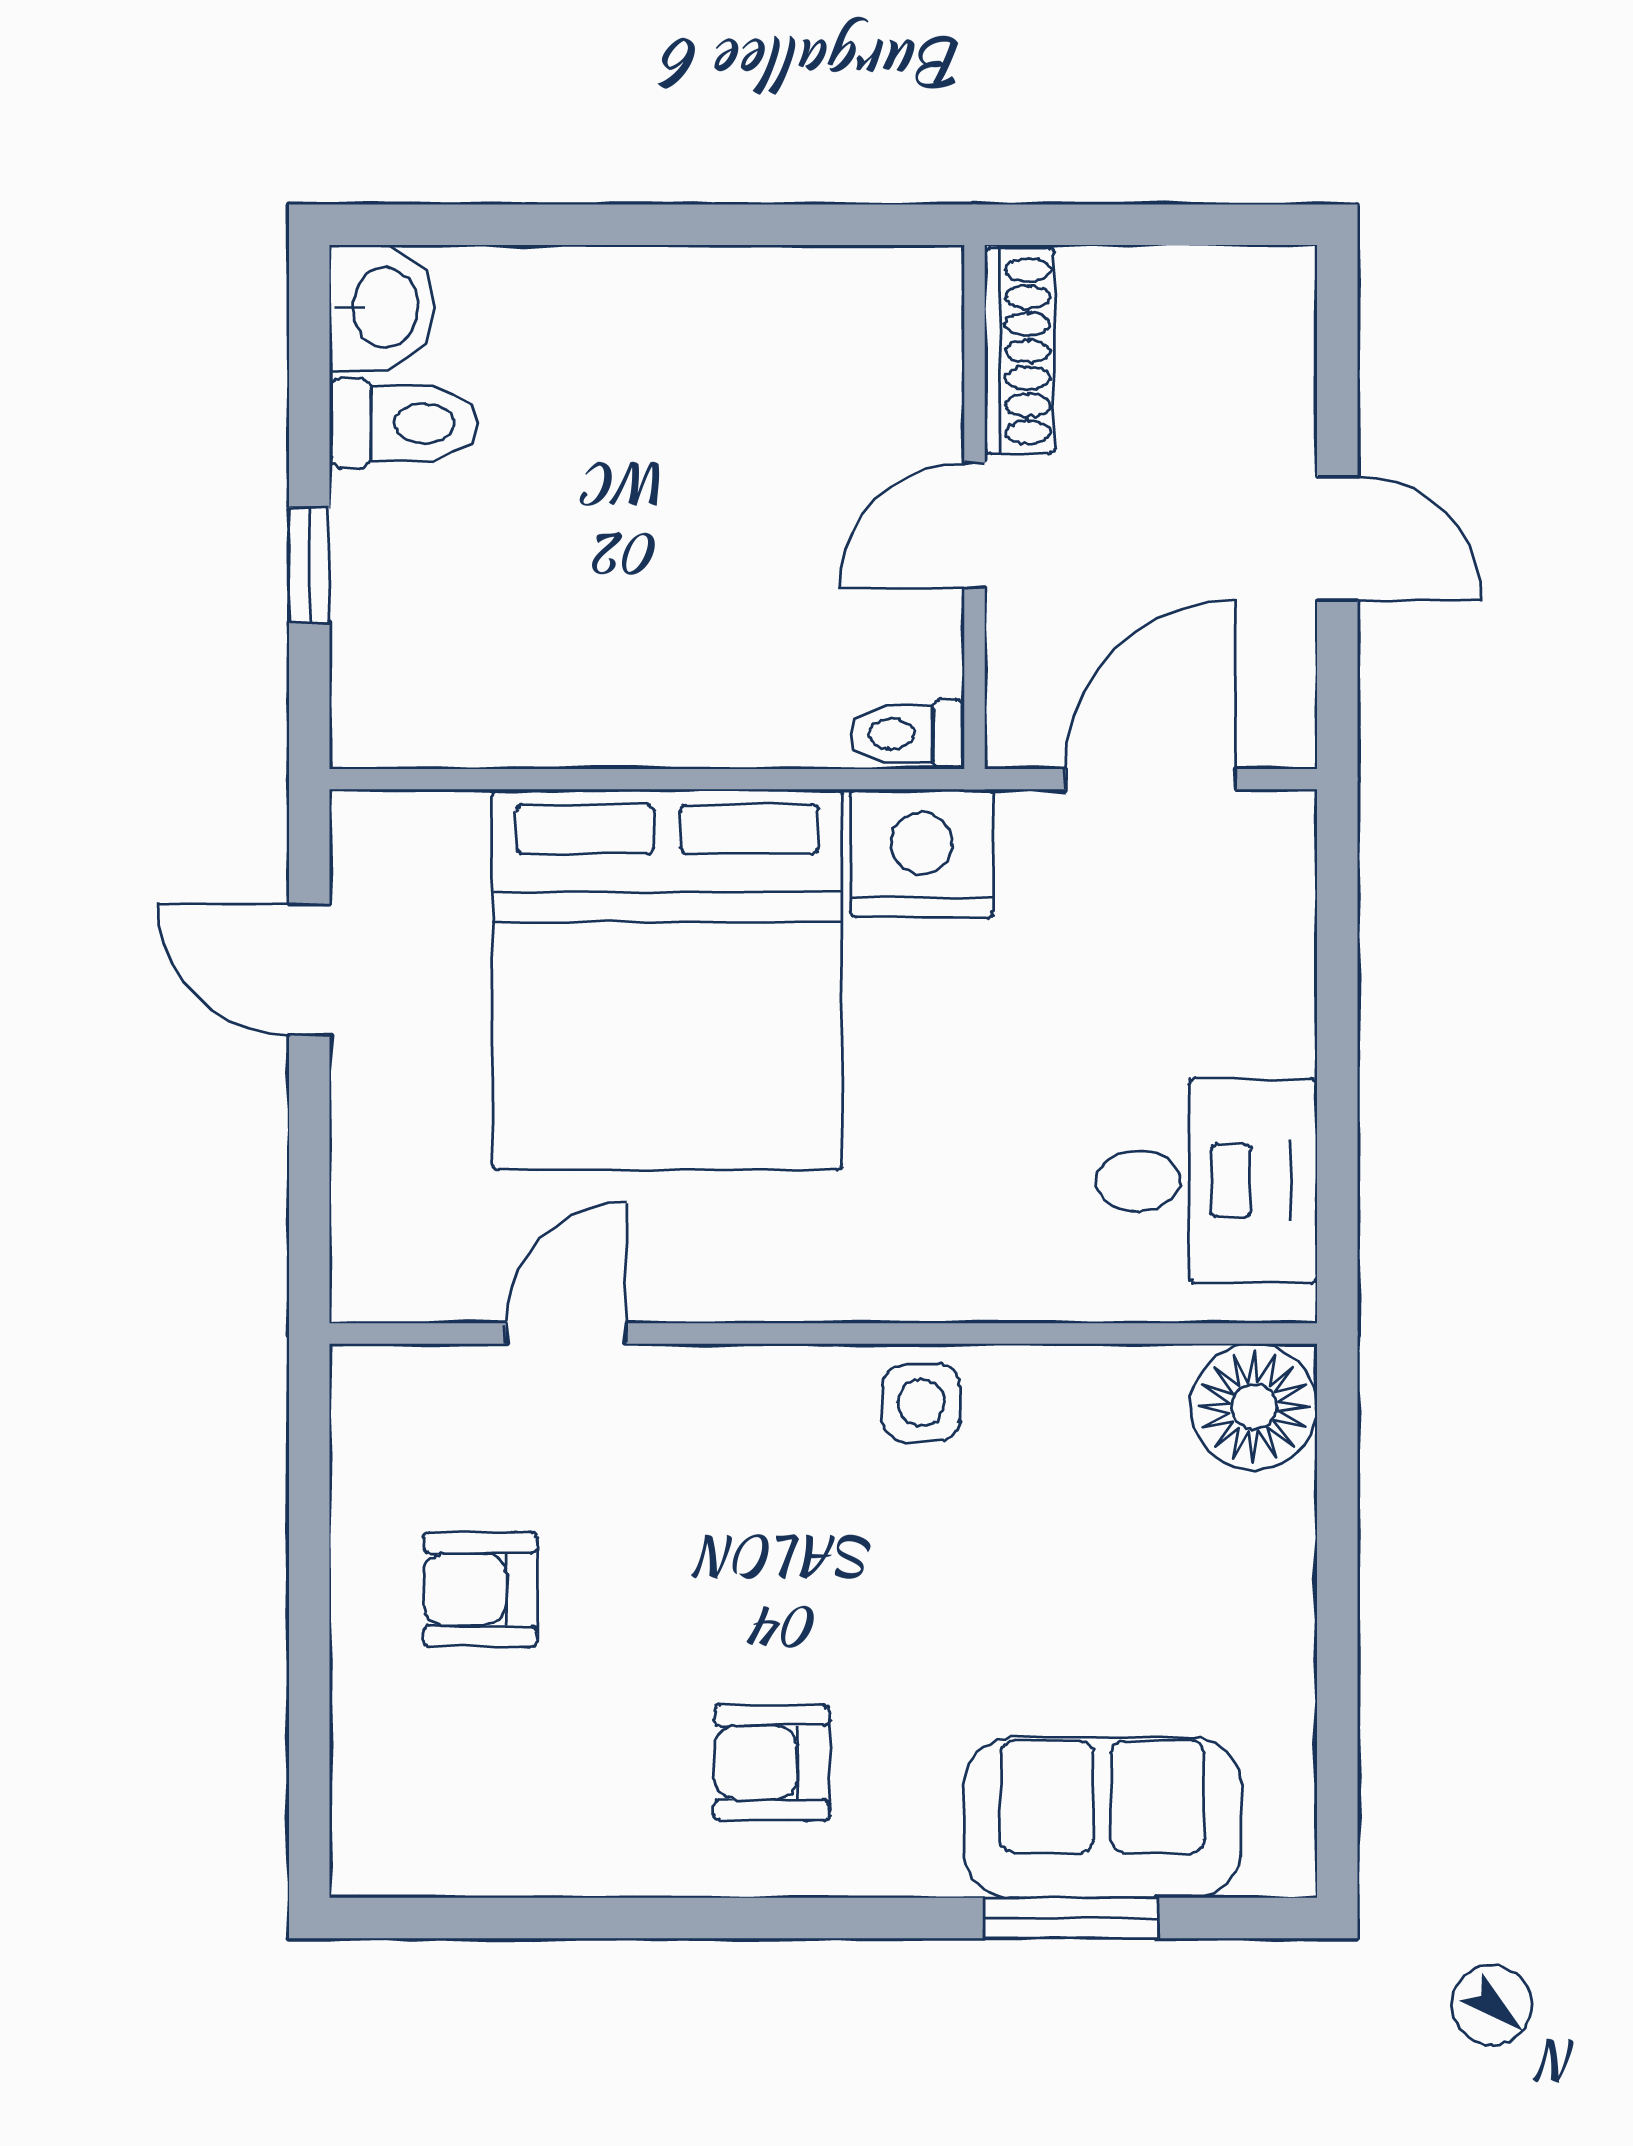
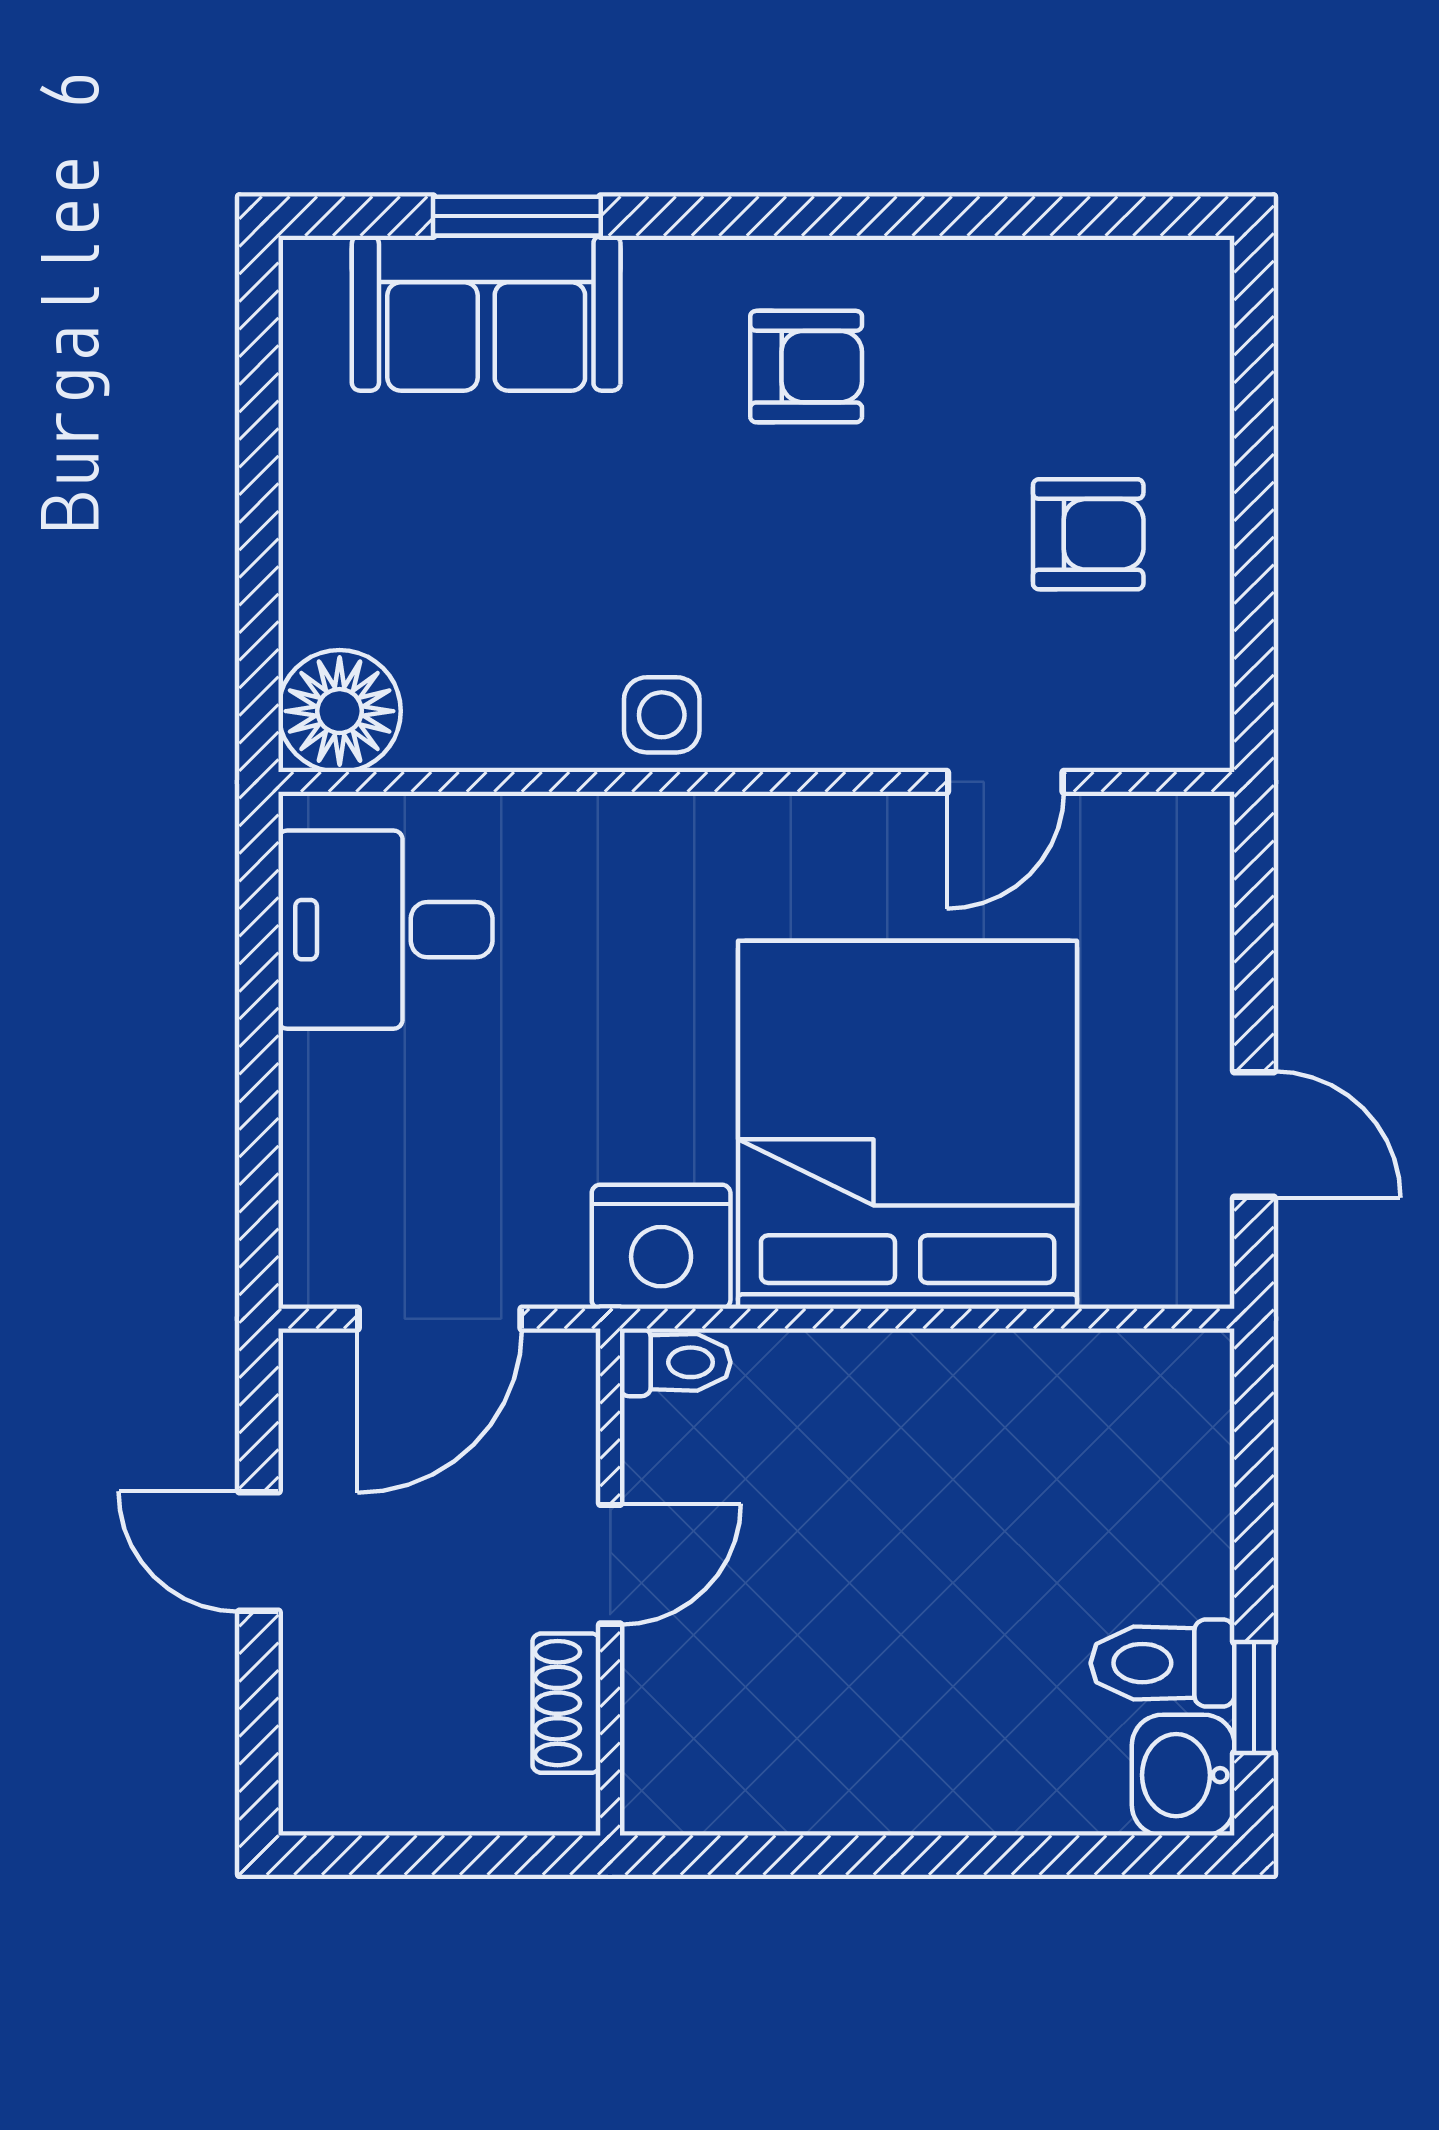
shoe rack: (1020, 351) -> (566, 1703), width x0.70
window: (309, 565) -> (1254, 1697), moved

